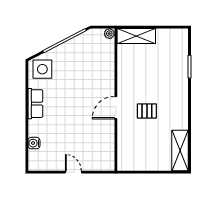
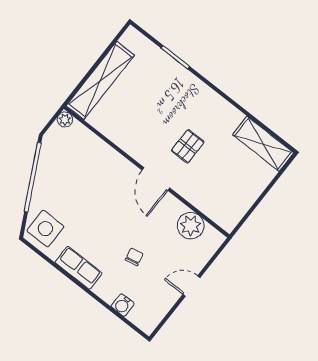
shelving: (136, 36) -> (100, 81), width x1.47
chair: (65, 129) -> (134, 257), added
plant: (105, 146) -> (191, 226), added

